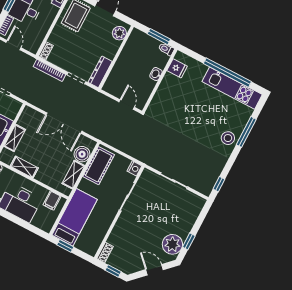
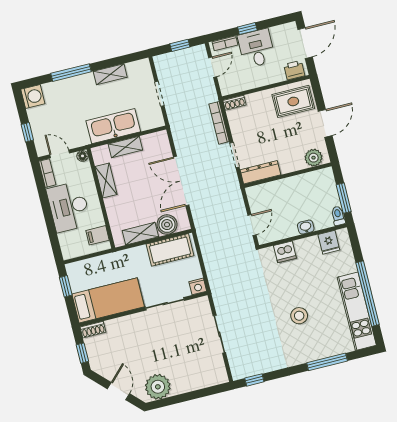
dishwasher: (160, 99) -> (285, 252), added
stool: (228, 138) -> (299, 316), moved
bed: (75, 217) -> (108, 300), moved
window: (189, 241) -> (174, 400), removed

